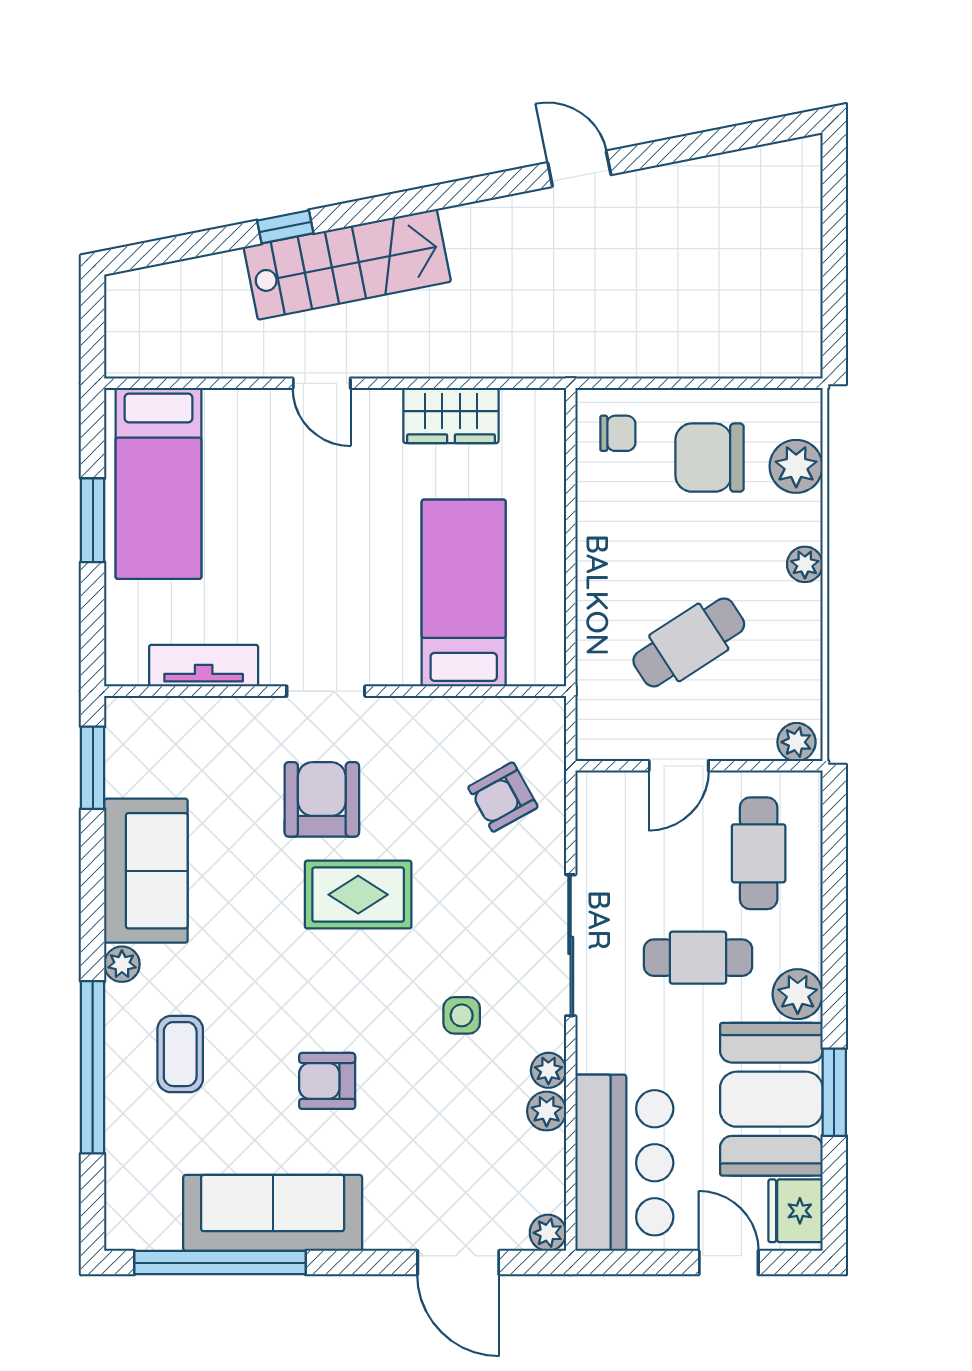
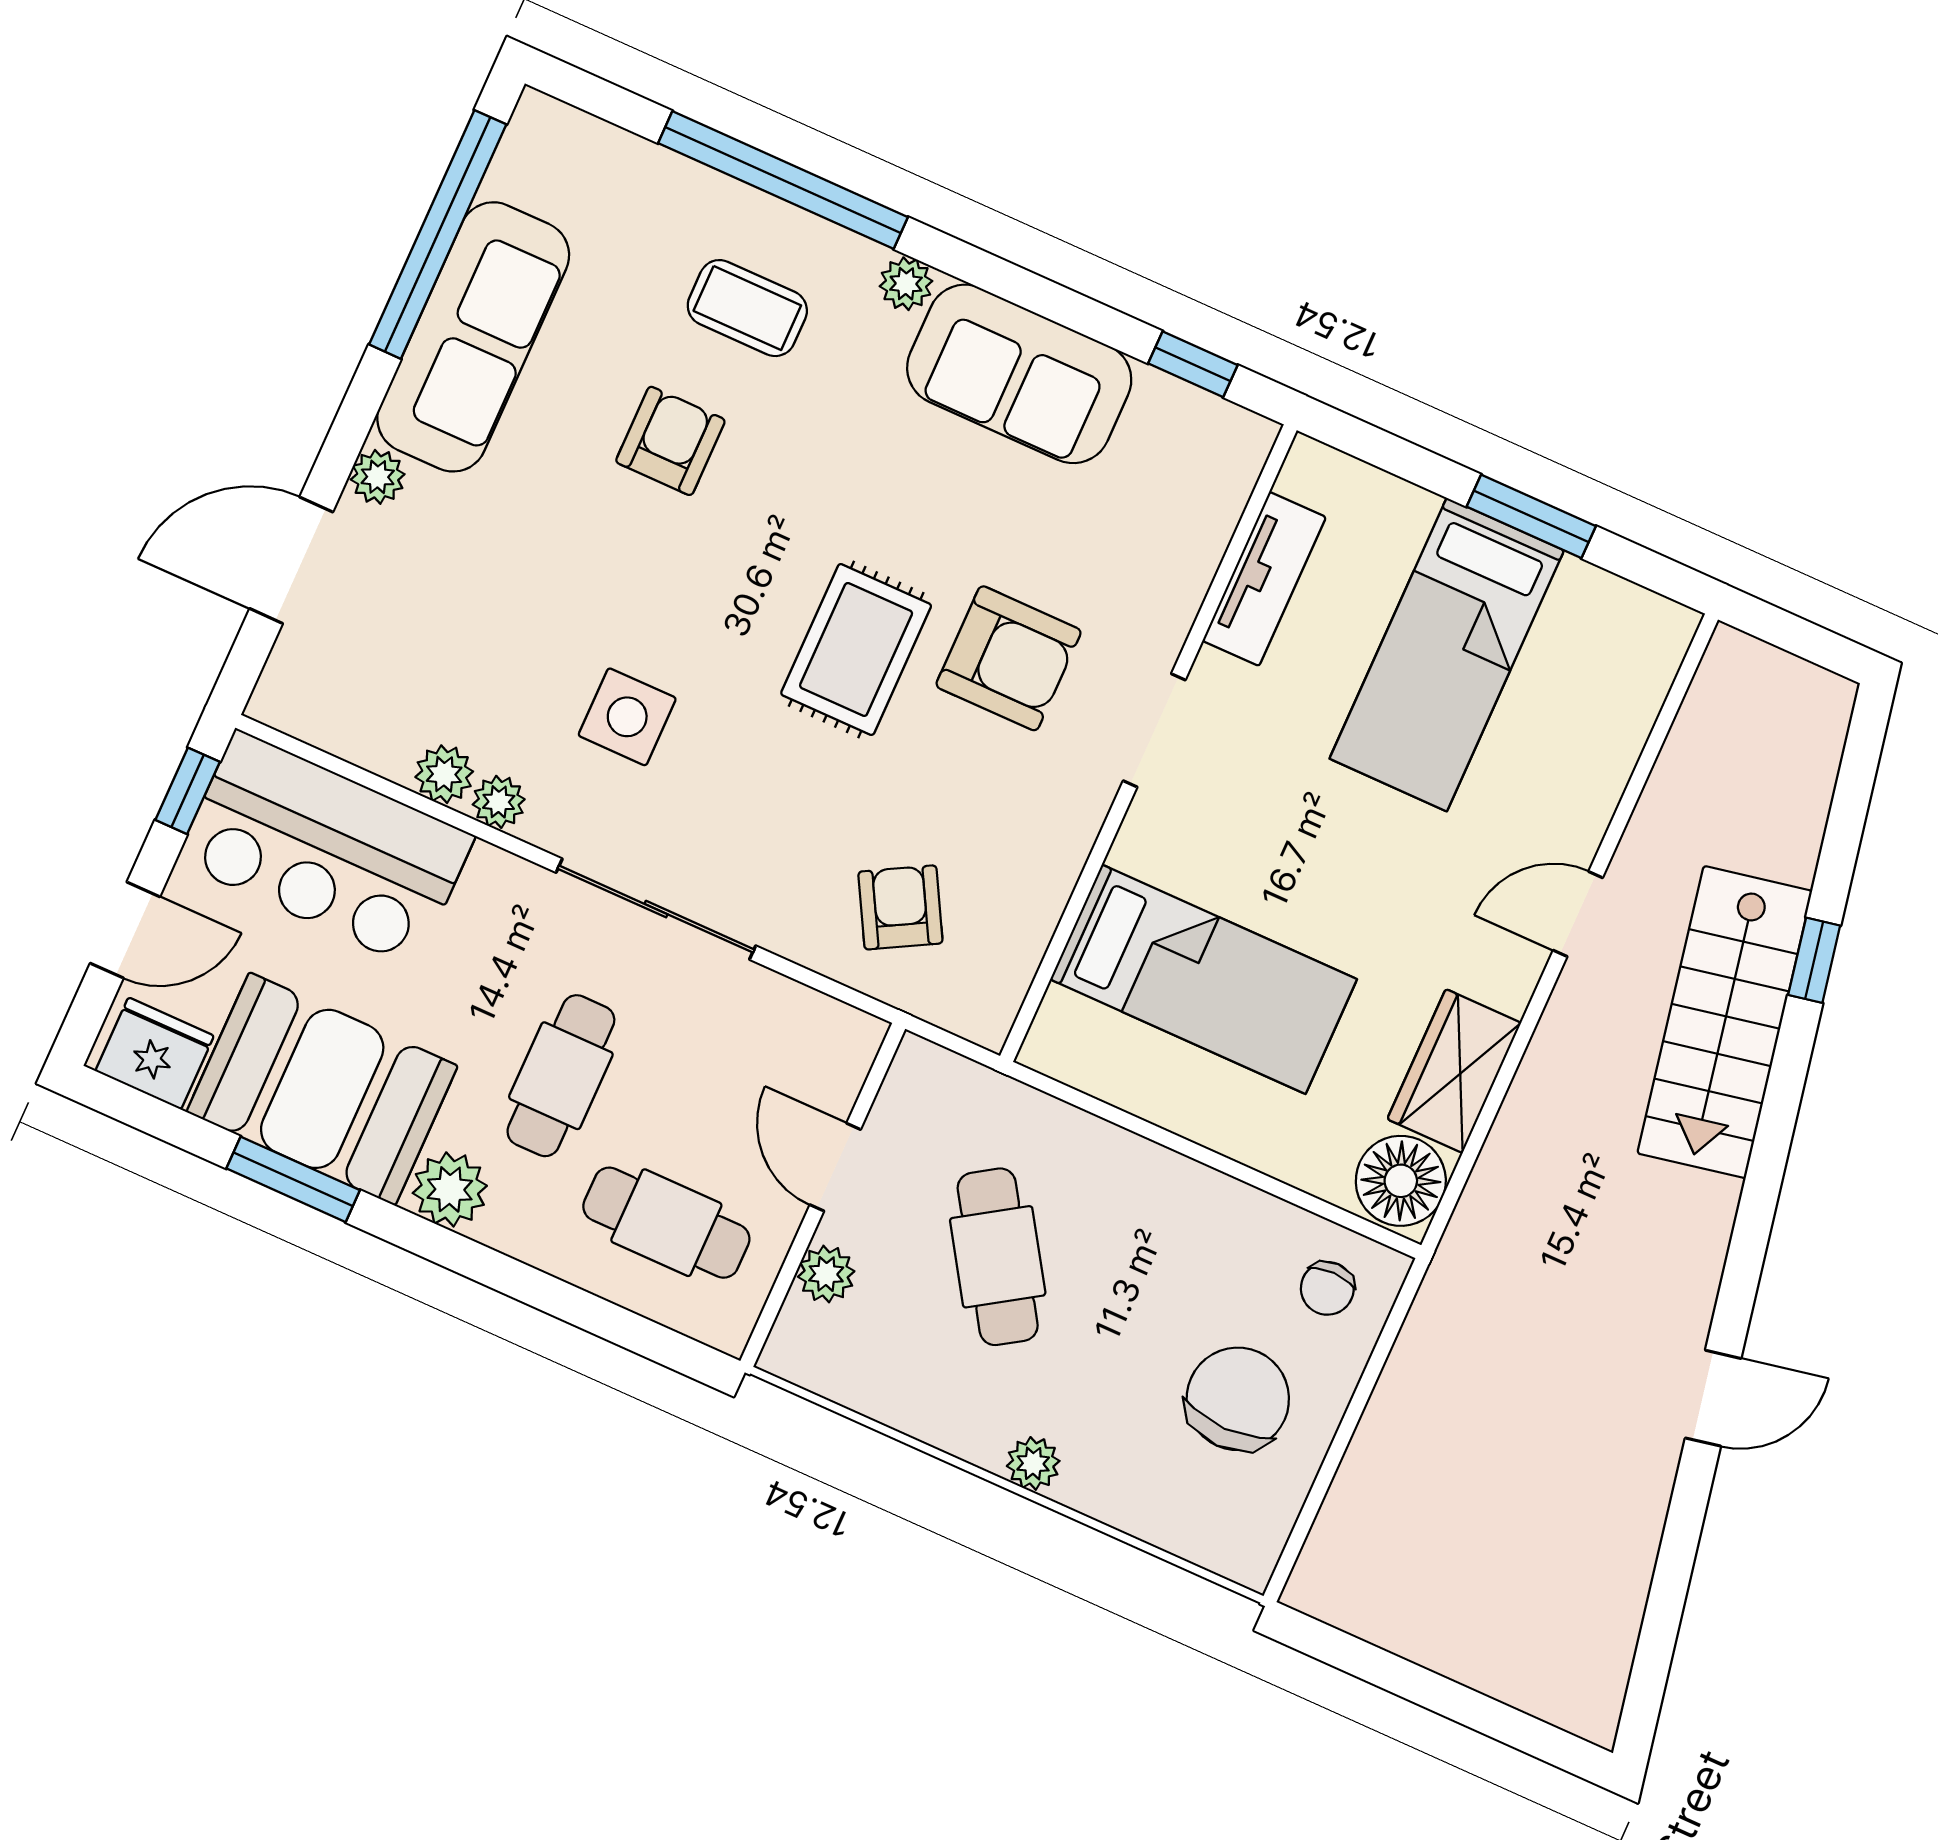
floor lamp: (532, 418) -> (1401, 1181), added
plant: (796, 466) -> (1173, 1512), removed
bed: (159, 483) -> (1447, 655), moved, turned -90
plant: (796, 742) -> (826, 1274), moved
window: (93, 768) -> (1193, 364), width x0.67
side table: (462, 1015) -> (627, 717), width x1.37, depth x1.37
armchair: (327, 1081) -> (670, 441), moved
plant: (548, 1233) -> (378, 477), moved
window: (627, 1263) -> (188, 791), added

